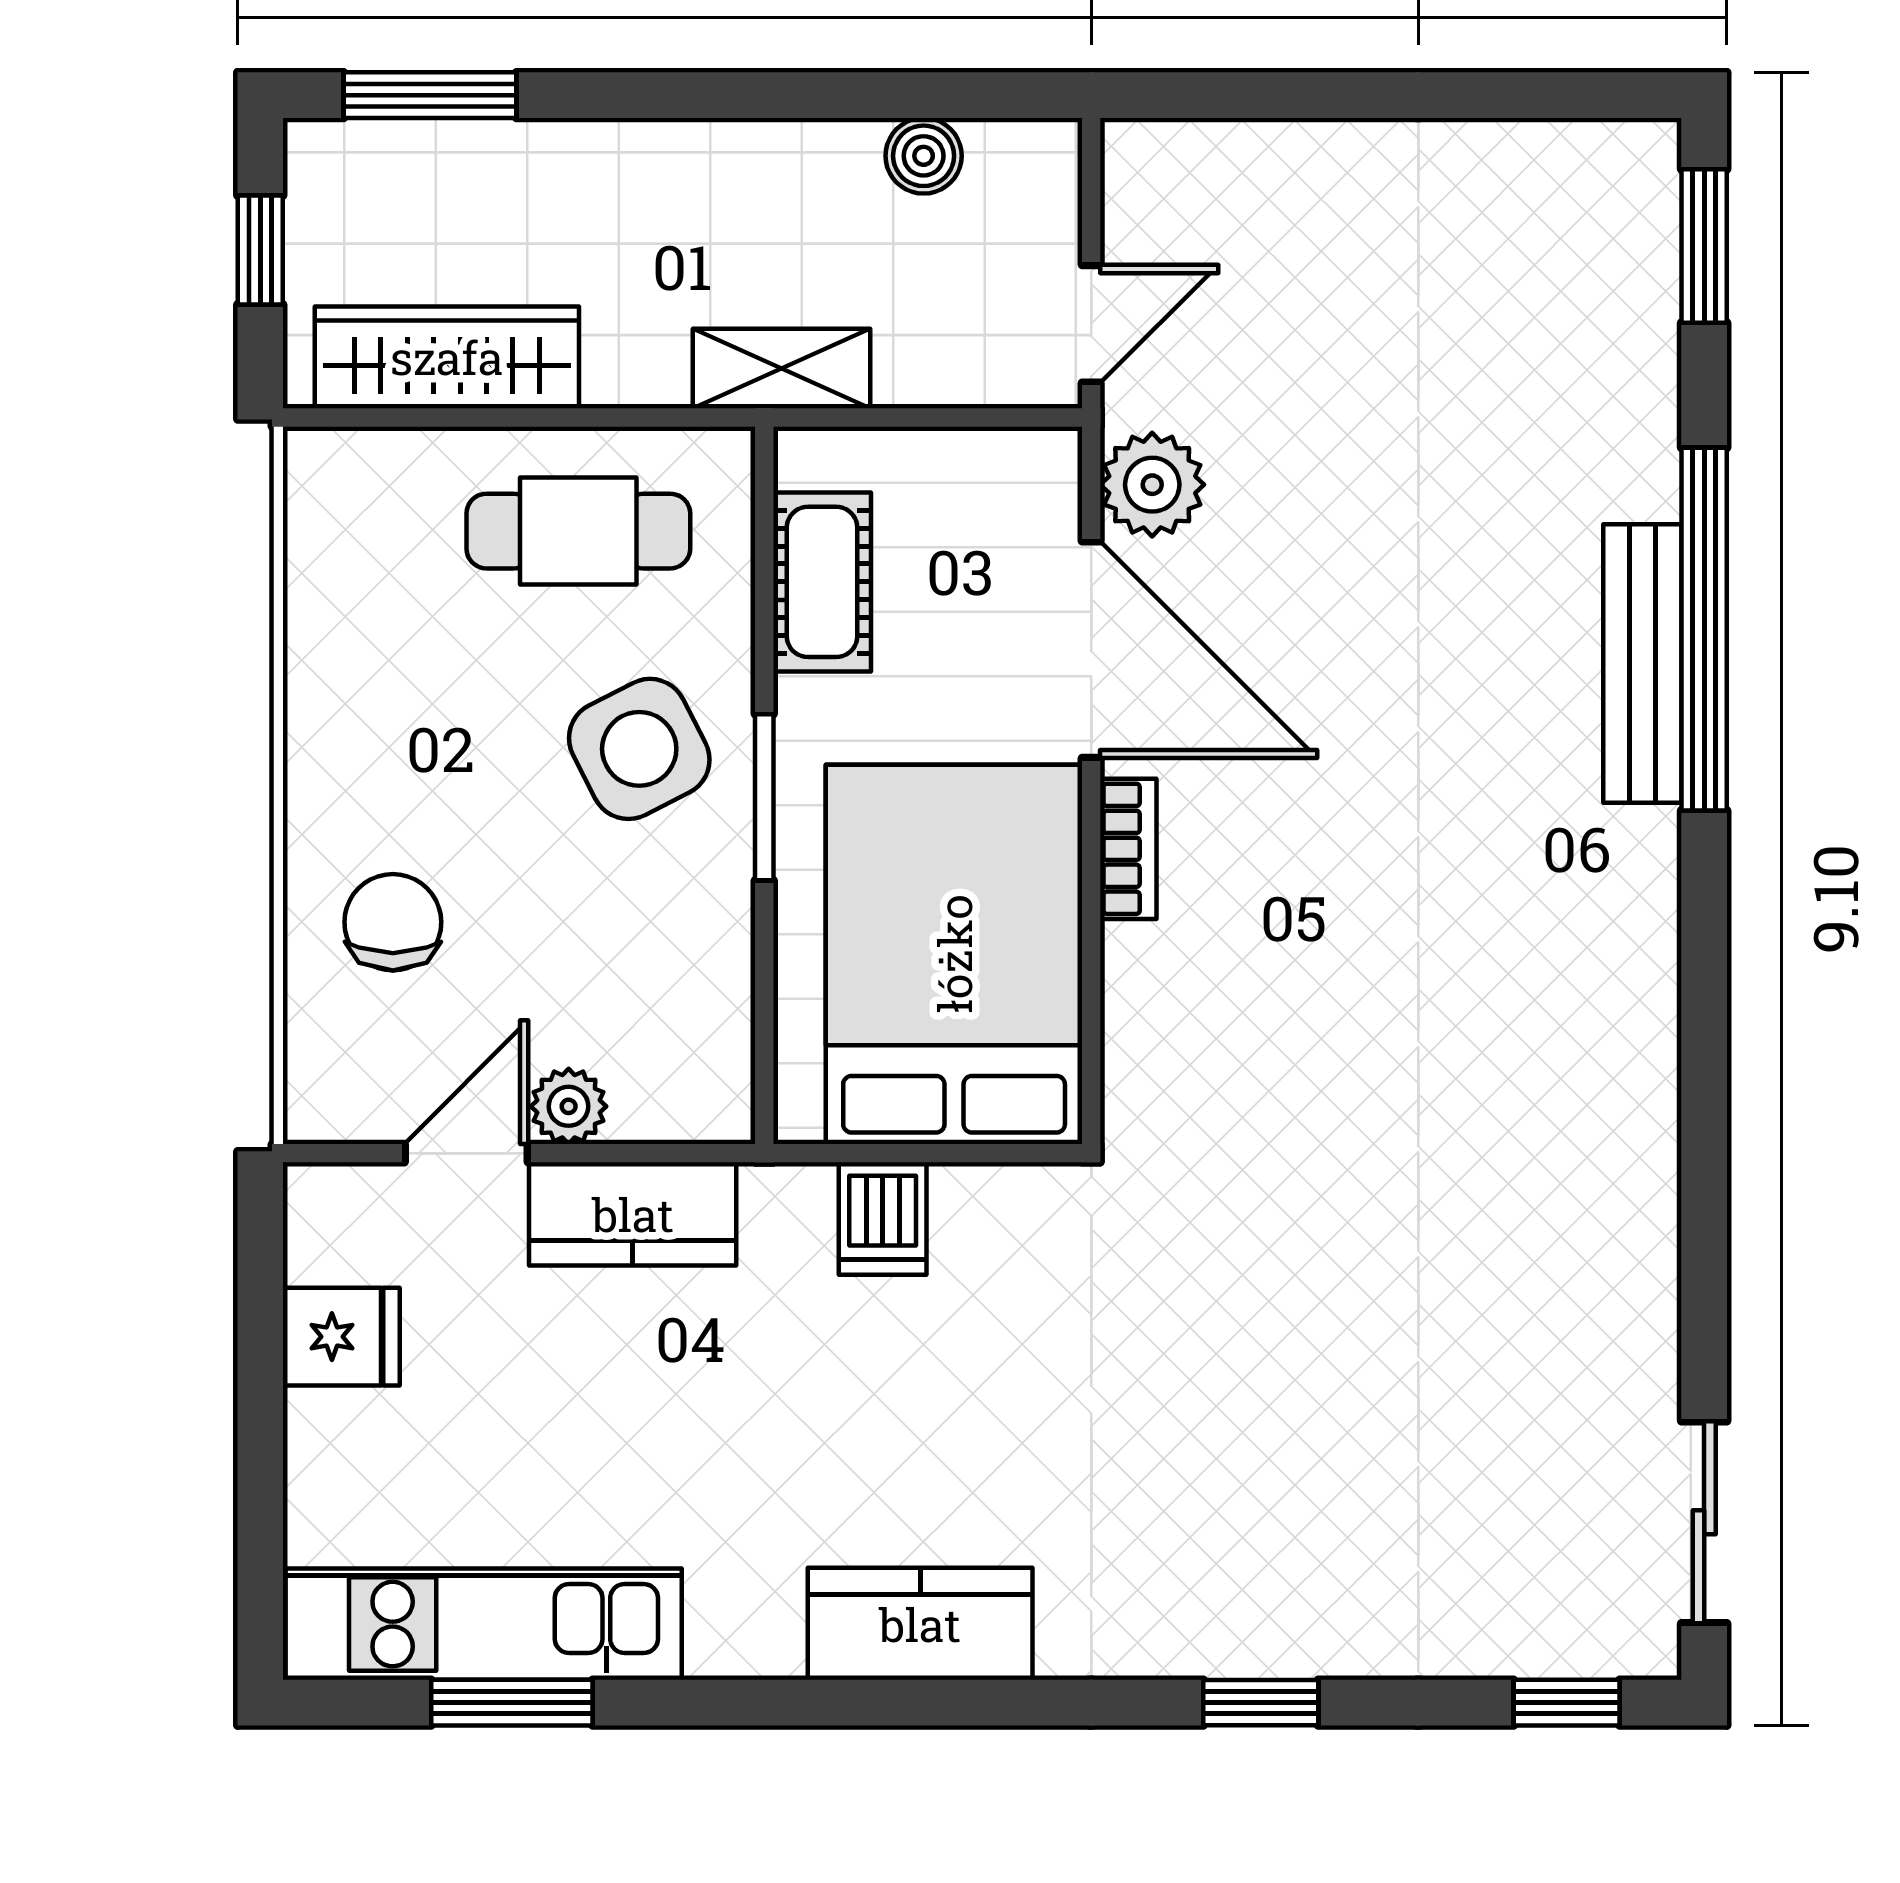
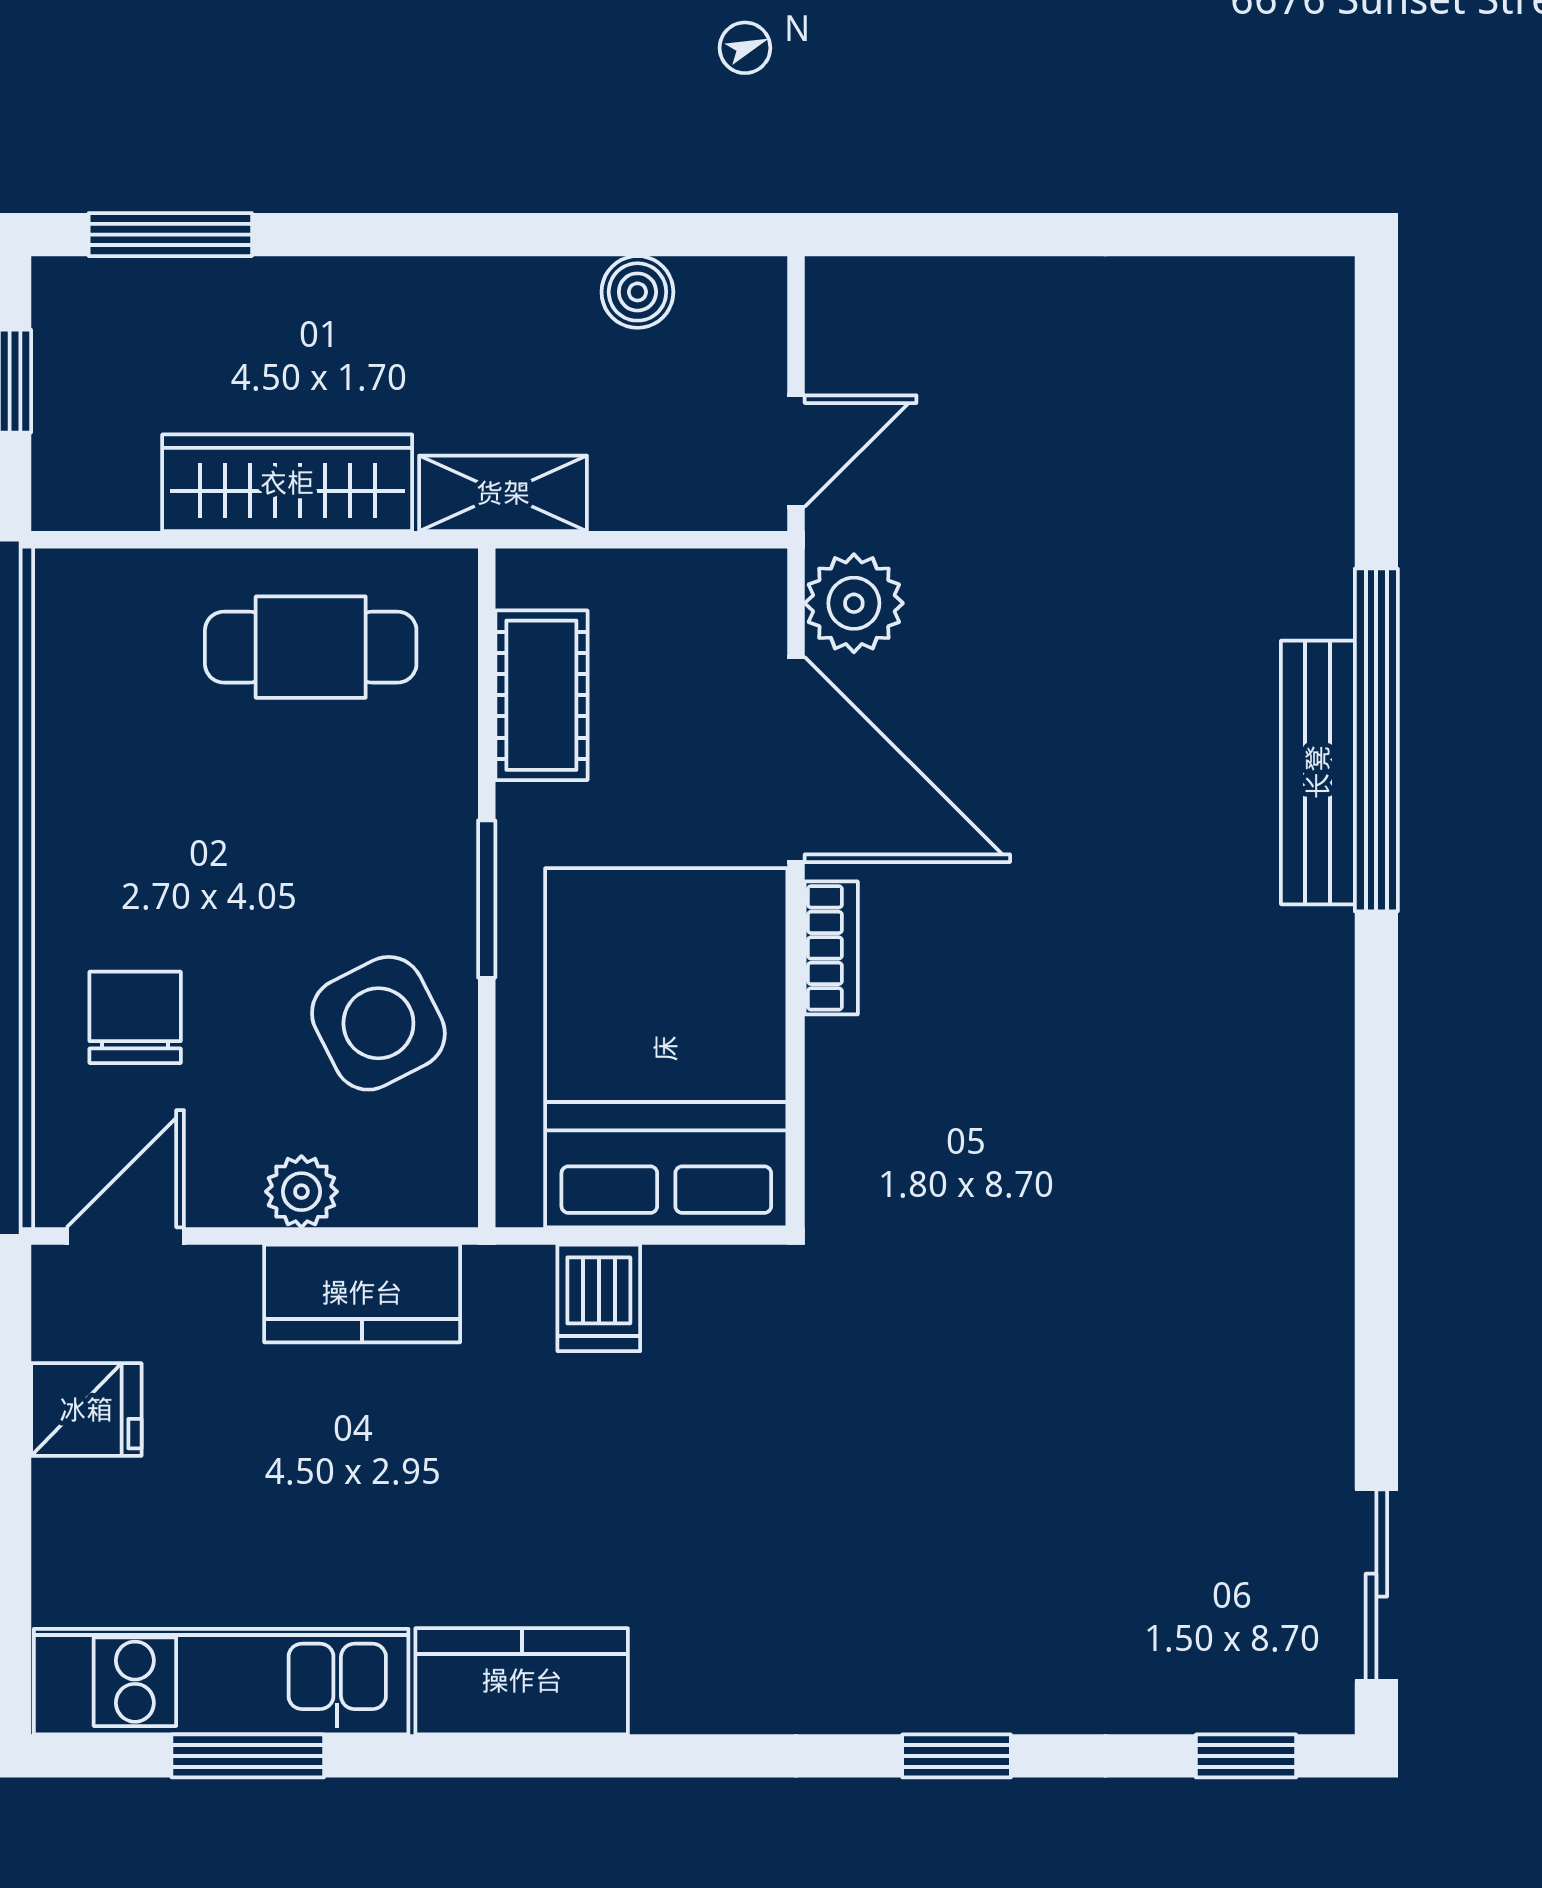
window: (1704, 246) -> (1376, 377), removed
wardrobe: (447, 357) -> (287, 483), moved
side table: (639, 749) -> (378, 1023), moved
door: (466, 1153) -> (125, 1236), moved
kitchen counter: (920, 1624) -> (522, 1681), moved

